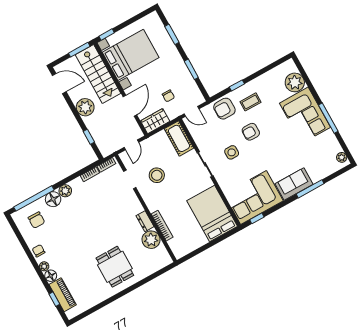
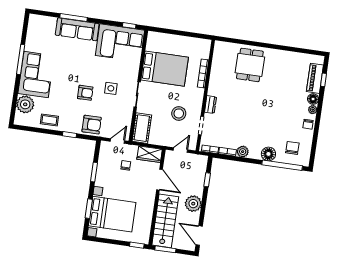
bed with nightstands: (131, 55) -> (112, 214), moved, turned 180
coffee table: (250, 102) -> (49, 120), moved
door: (130, 106) -> (160, 180), swing flipped
door: (192, 111) -> (117, 141), hinge flipped
plant: (342, 157) -> (33, 23), removed
sofa: (294, 184) -> (77, 29), width x1.36
plant: (65, 191) -> (243, 152), moved
bed: (212, 214) -> (165, 69), moved, turned -90
dresser: (145, 221) -> (211, 105), moved
plant: (151, 240) -> (219, 69), removed
dining table: (115, 267) -> (250, 65), moved

